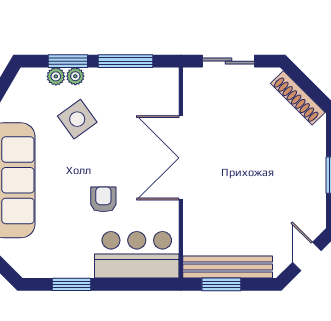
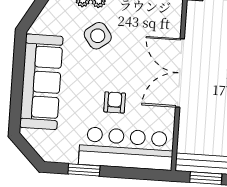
bar counter: (137, 255) -> (126, 149), width x1.36

